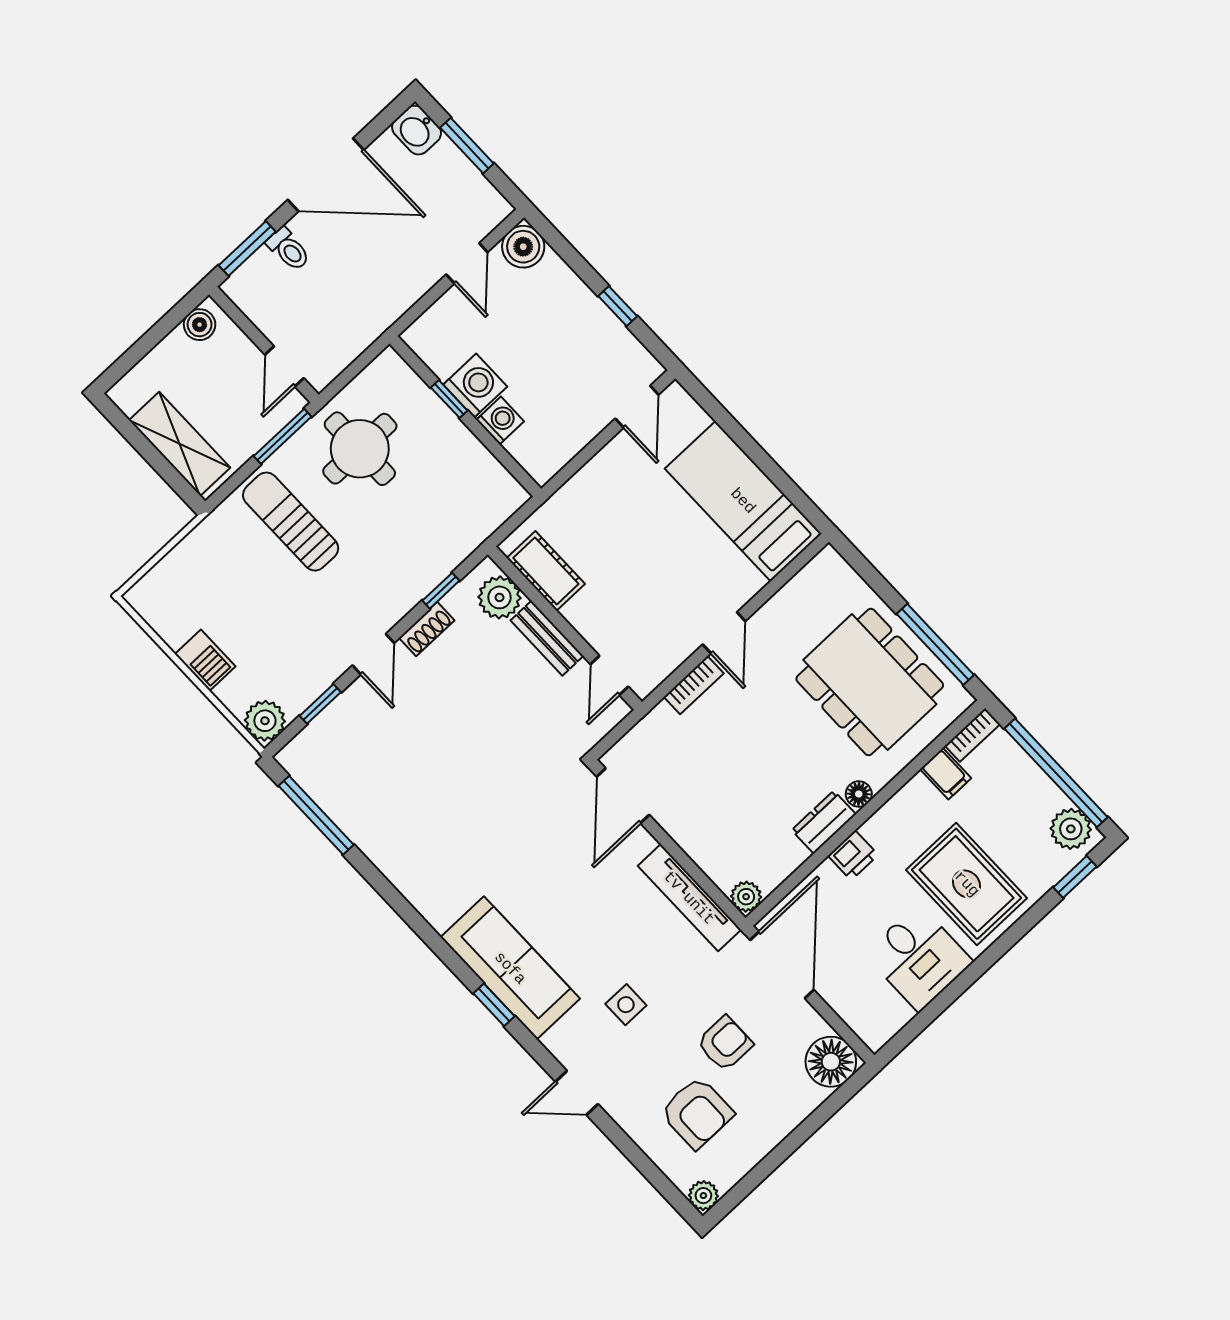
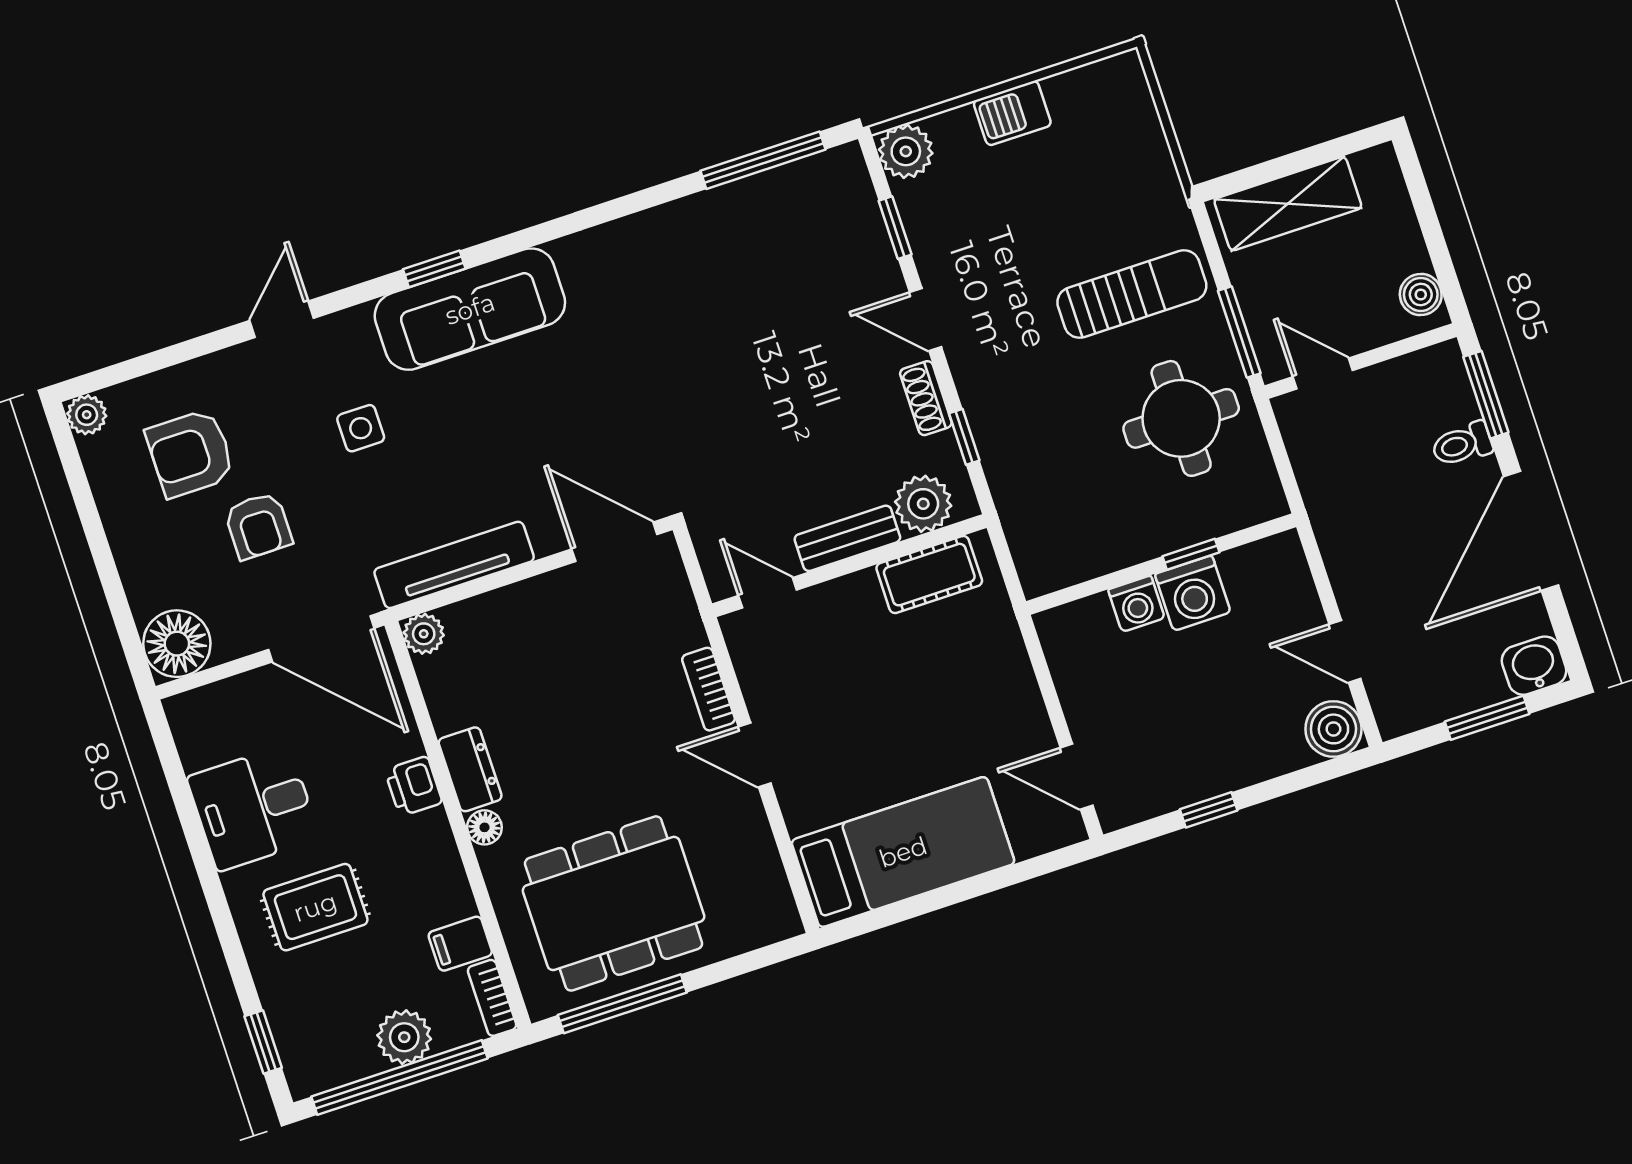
plant: (1071, 829) -> (404, 1037), moved
rug: (967, 884) -> (315, 907), width x0.73, depth x0.70

